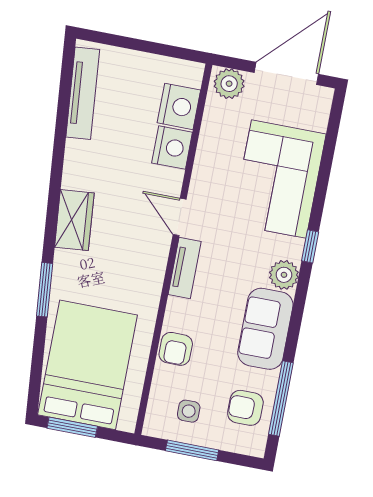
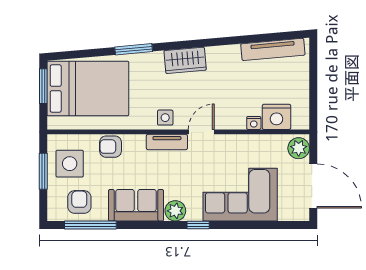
nightstand: (172, 148) -> (254, 123), width x0.53, depth x0.56
side table: (150, 264) -> (165, 118), added
side table: (189, 411) -> (70, 164), width x1.87, depth x1.87

